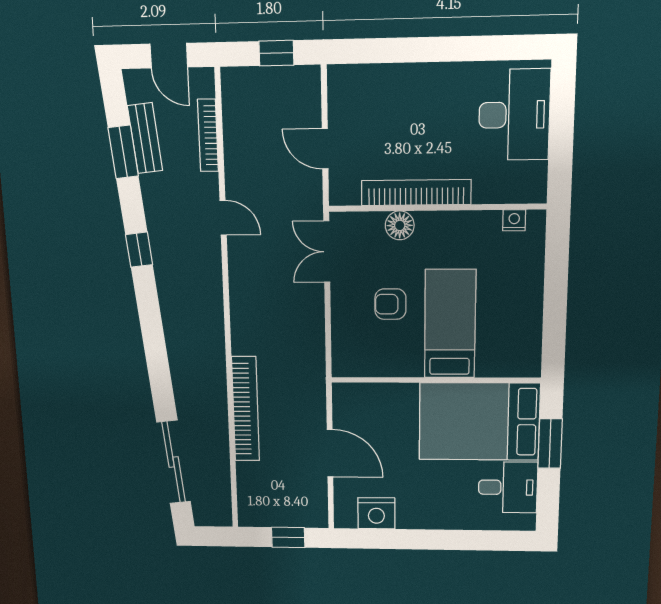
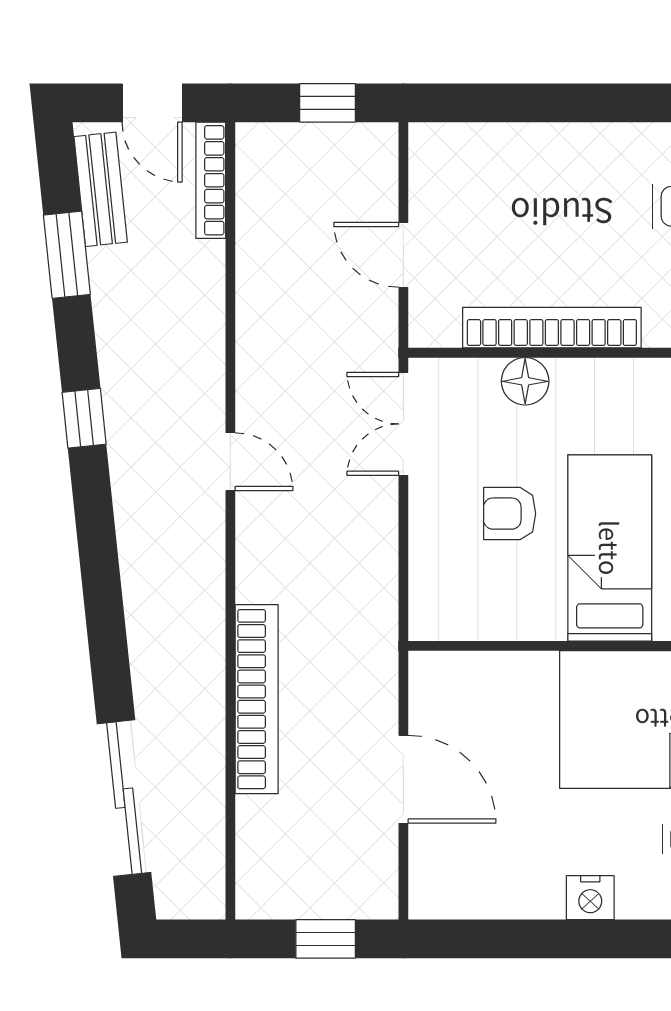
bookcase: (208, 135) -> (211, 180), moved
bench: (145, 138) -> (101, 189), moved
door: (223, 218) -> (230, 462), moved
nightstand: (376, 513) -> (590, 898), moved, width x0.74, depth x0.75

